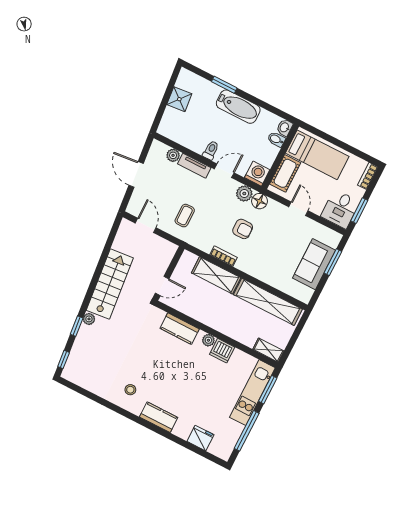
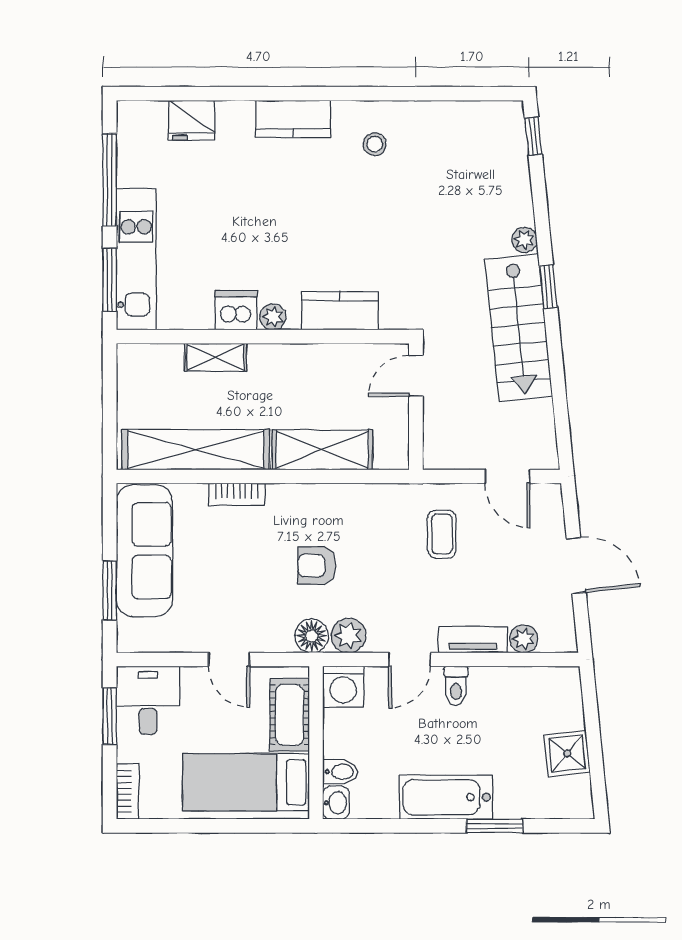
bookcase: (224, 256) -> (237, 494), moved
sofa: (314, 264) -> (144, 551), width x1.36
window: (77, 326) -> (548, 287), moved
shelving: (268, 350) -> (216, 357), moved

